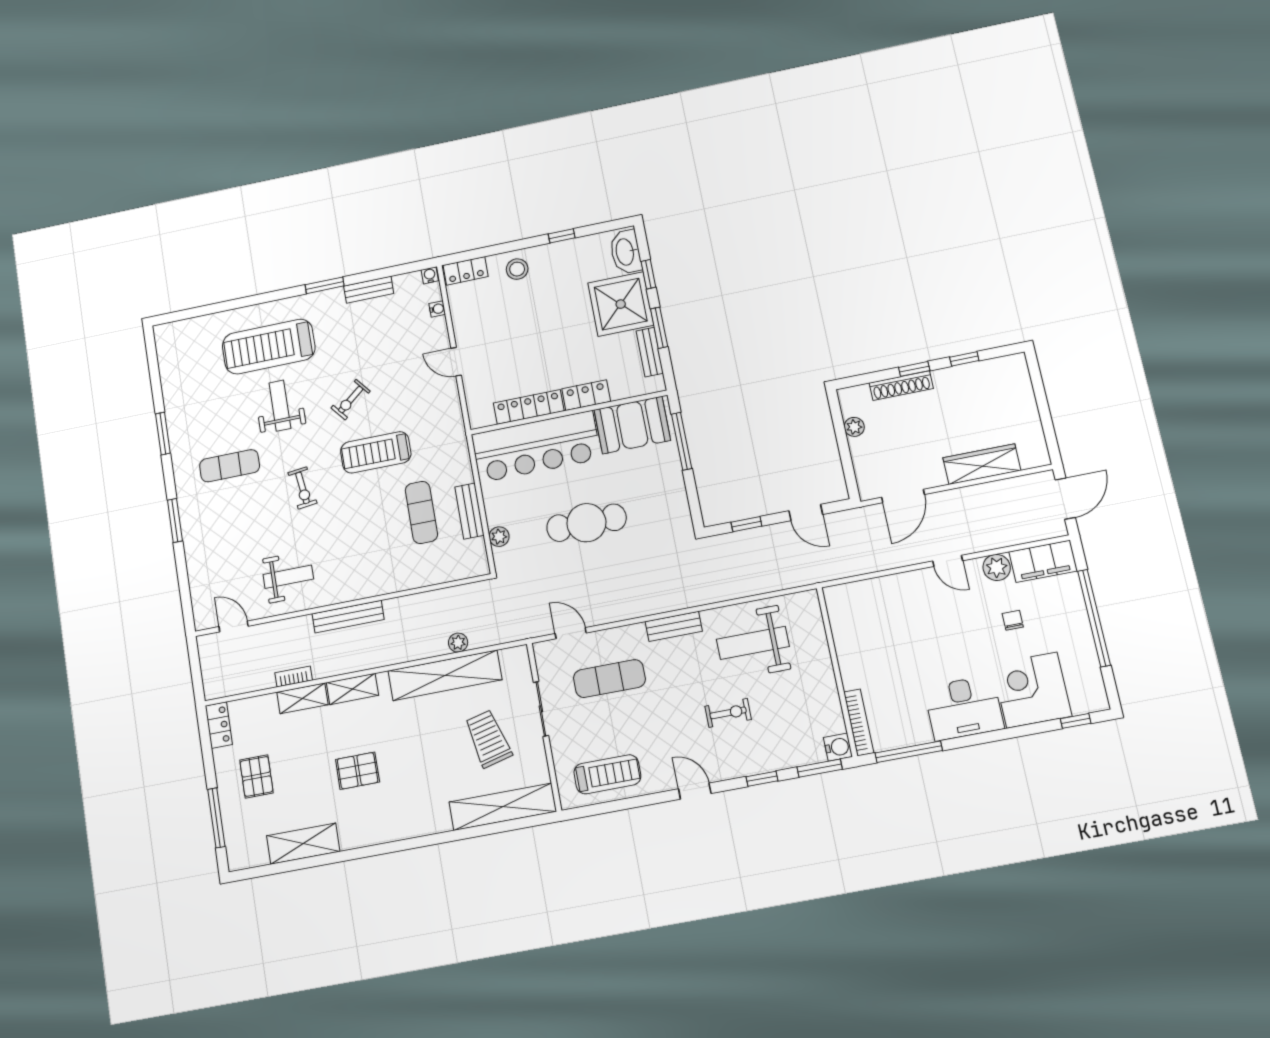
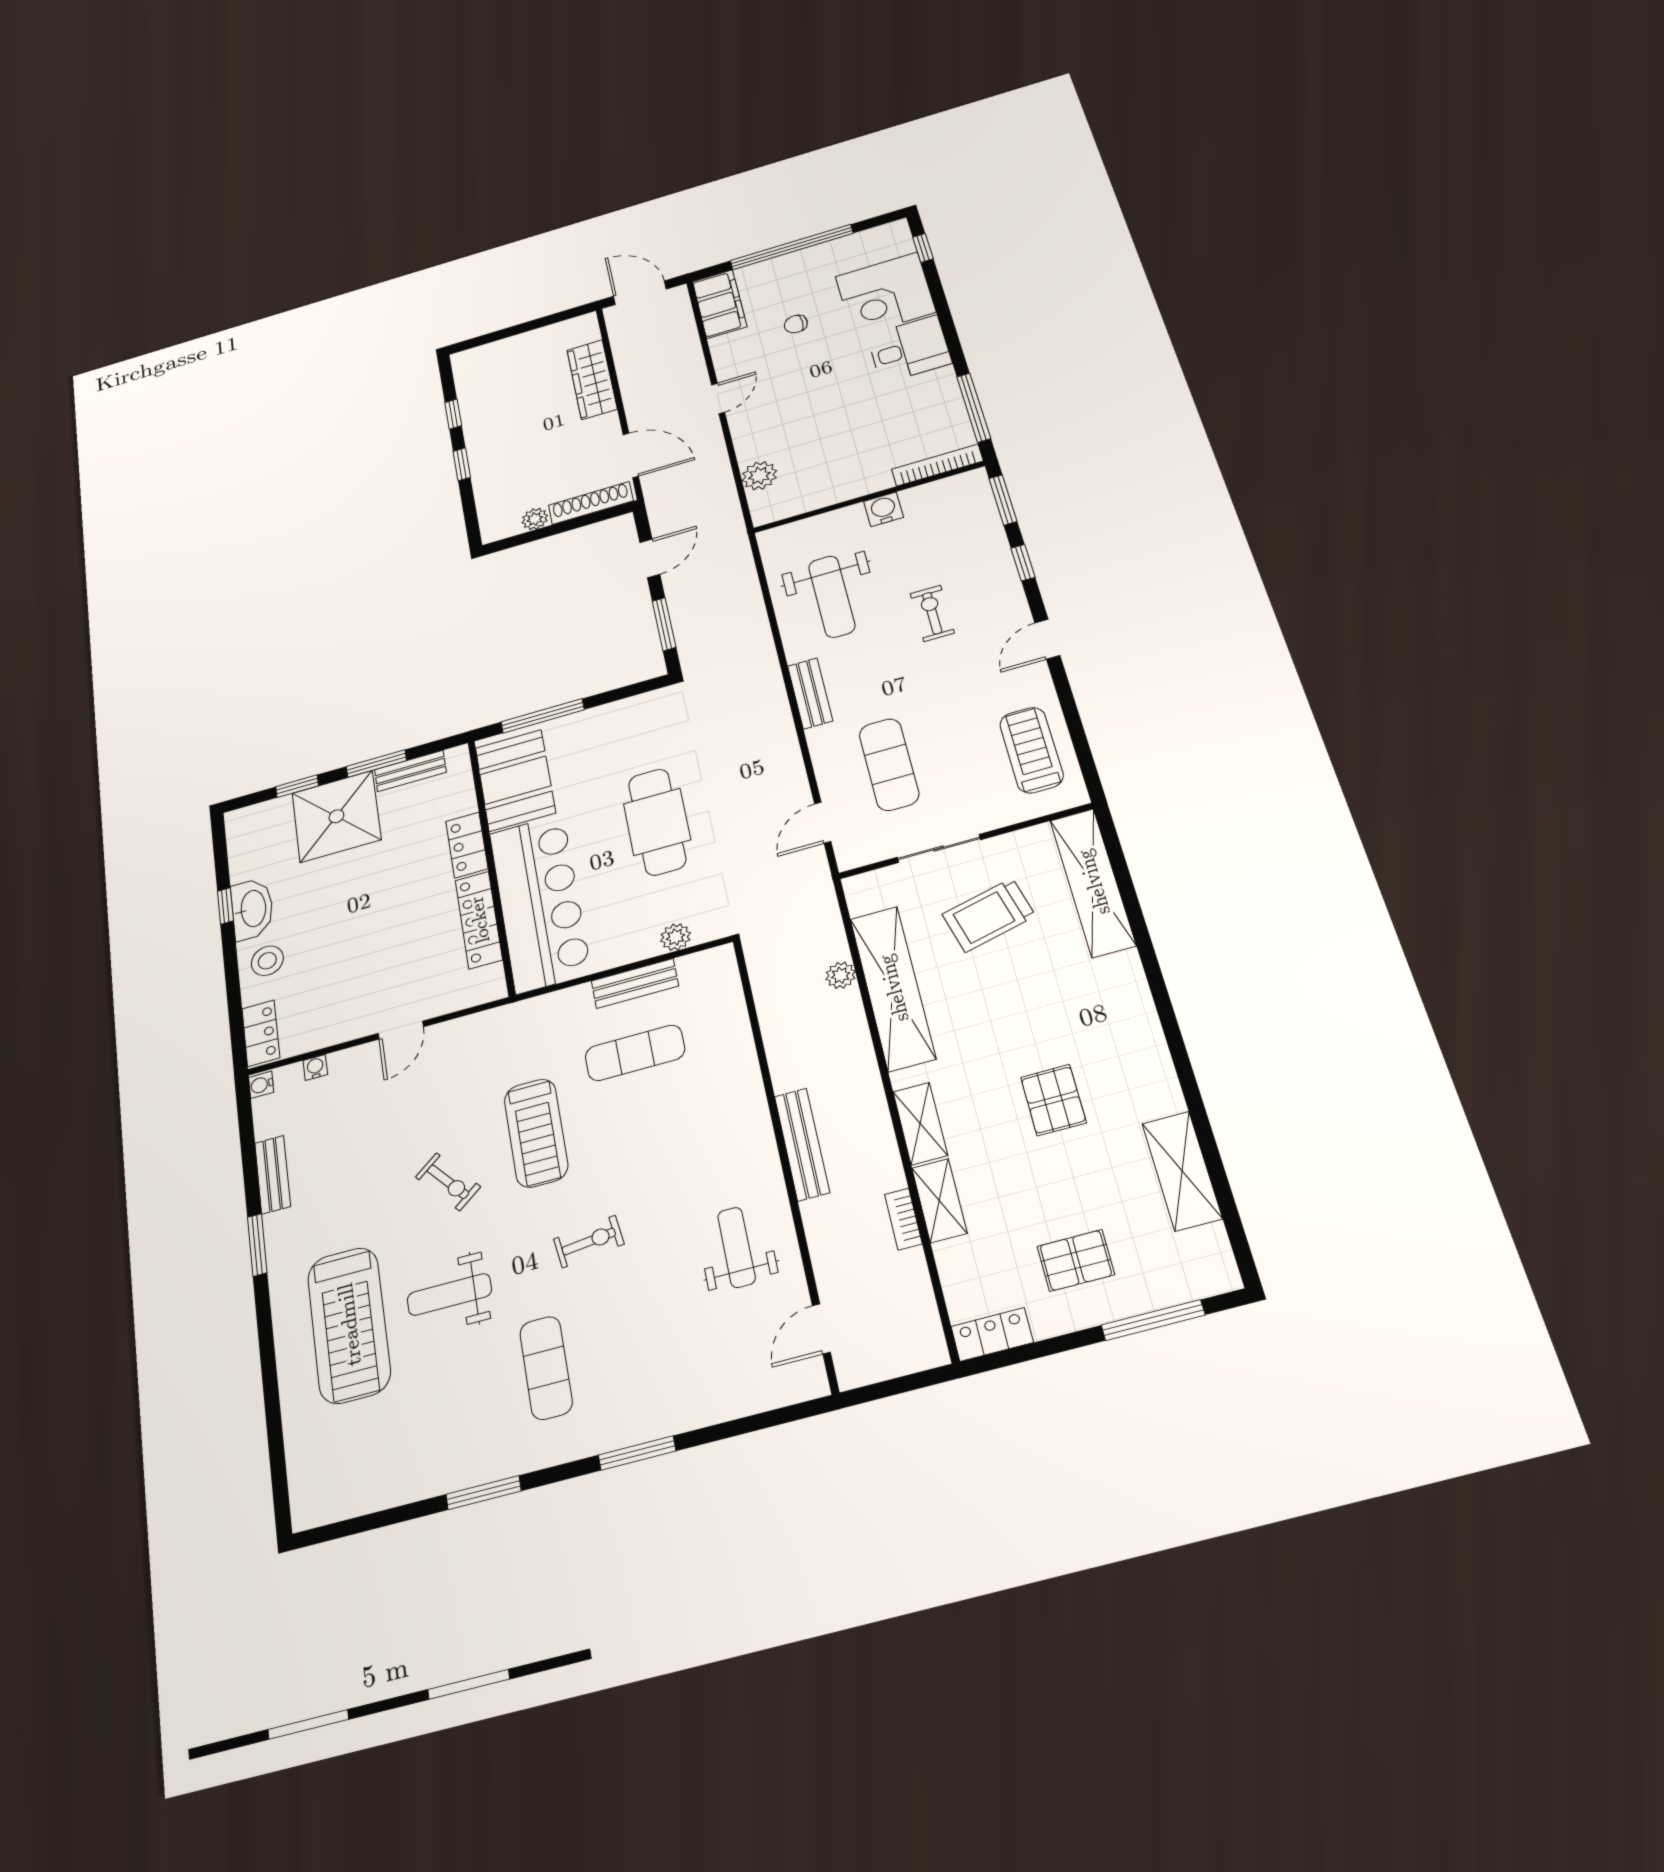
washbasin: (626, 252) -> (252, 909), moved, turned -90
shoe rack: (901, 386) -> (591, 503), moved, turned -90
window: (746, 524) -> (664, 624), width x1.50
plant: (997, 567) -> (759, 476), moved
desk: (964, 708) -> (909, 349), width x0.73
water cooler: (838, 747) -> (884, 509), moved

